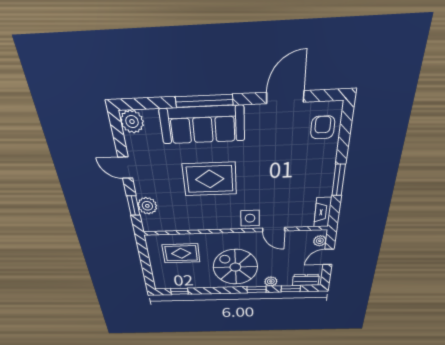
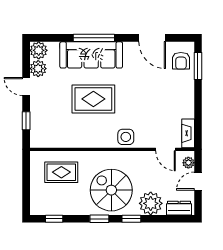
door: (285, 97) -> (152, 38), swing flipped
armchair: (323, 127) -> (181, 61), turned 180
window: (339, 180) -> (198, 66), moved
plant: (147, 206) -> (38, 69), moved
door: (274, 230) -> (166, 149), moved
plant: (271, 281) -> (151, 203), width x1.88, depth x1.88
window: (291, 289) -> (99, 219), moved

